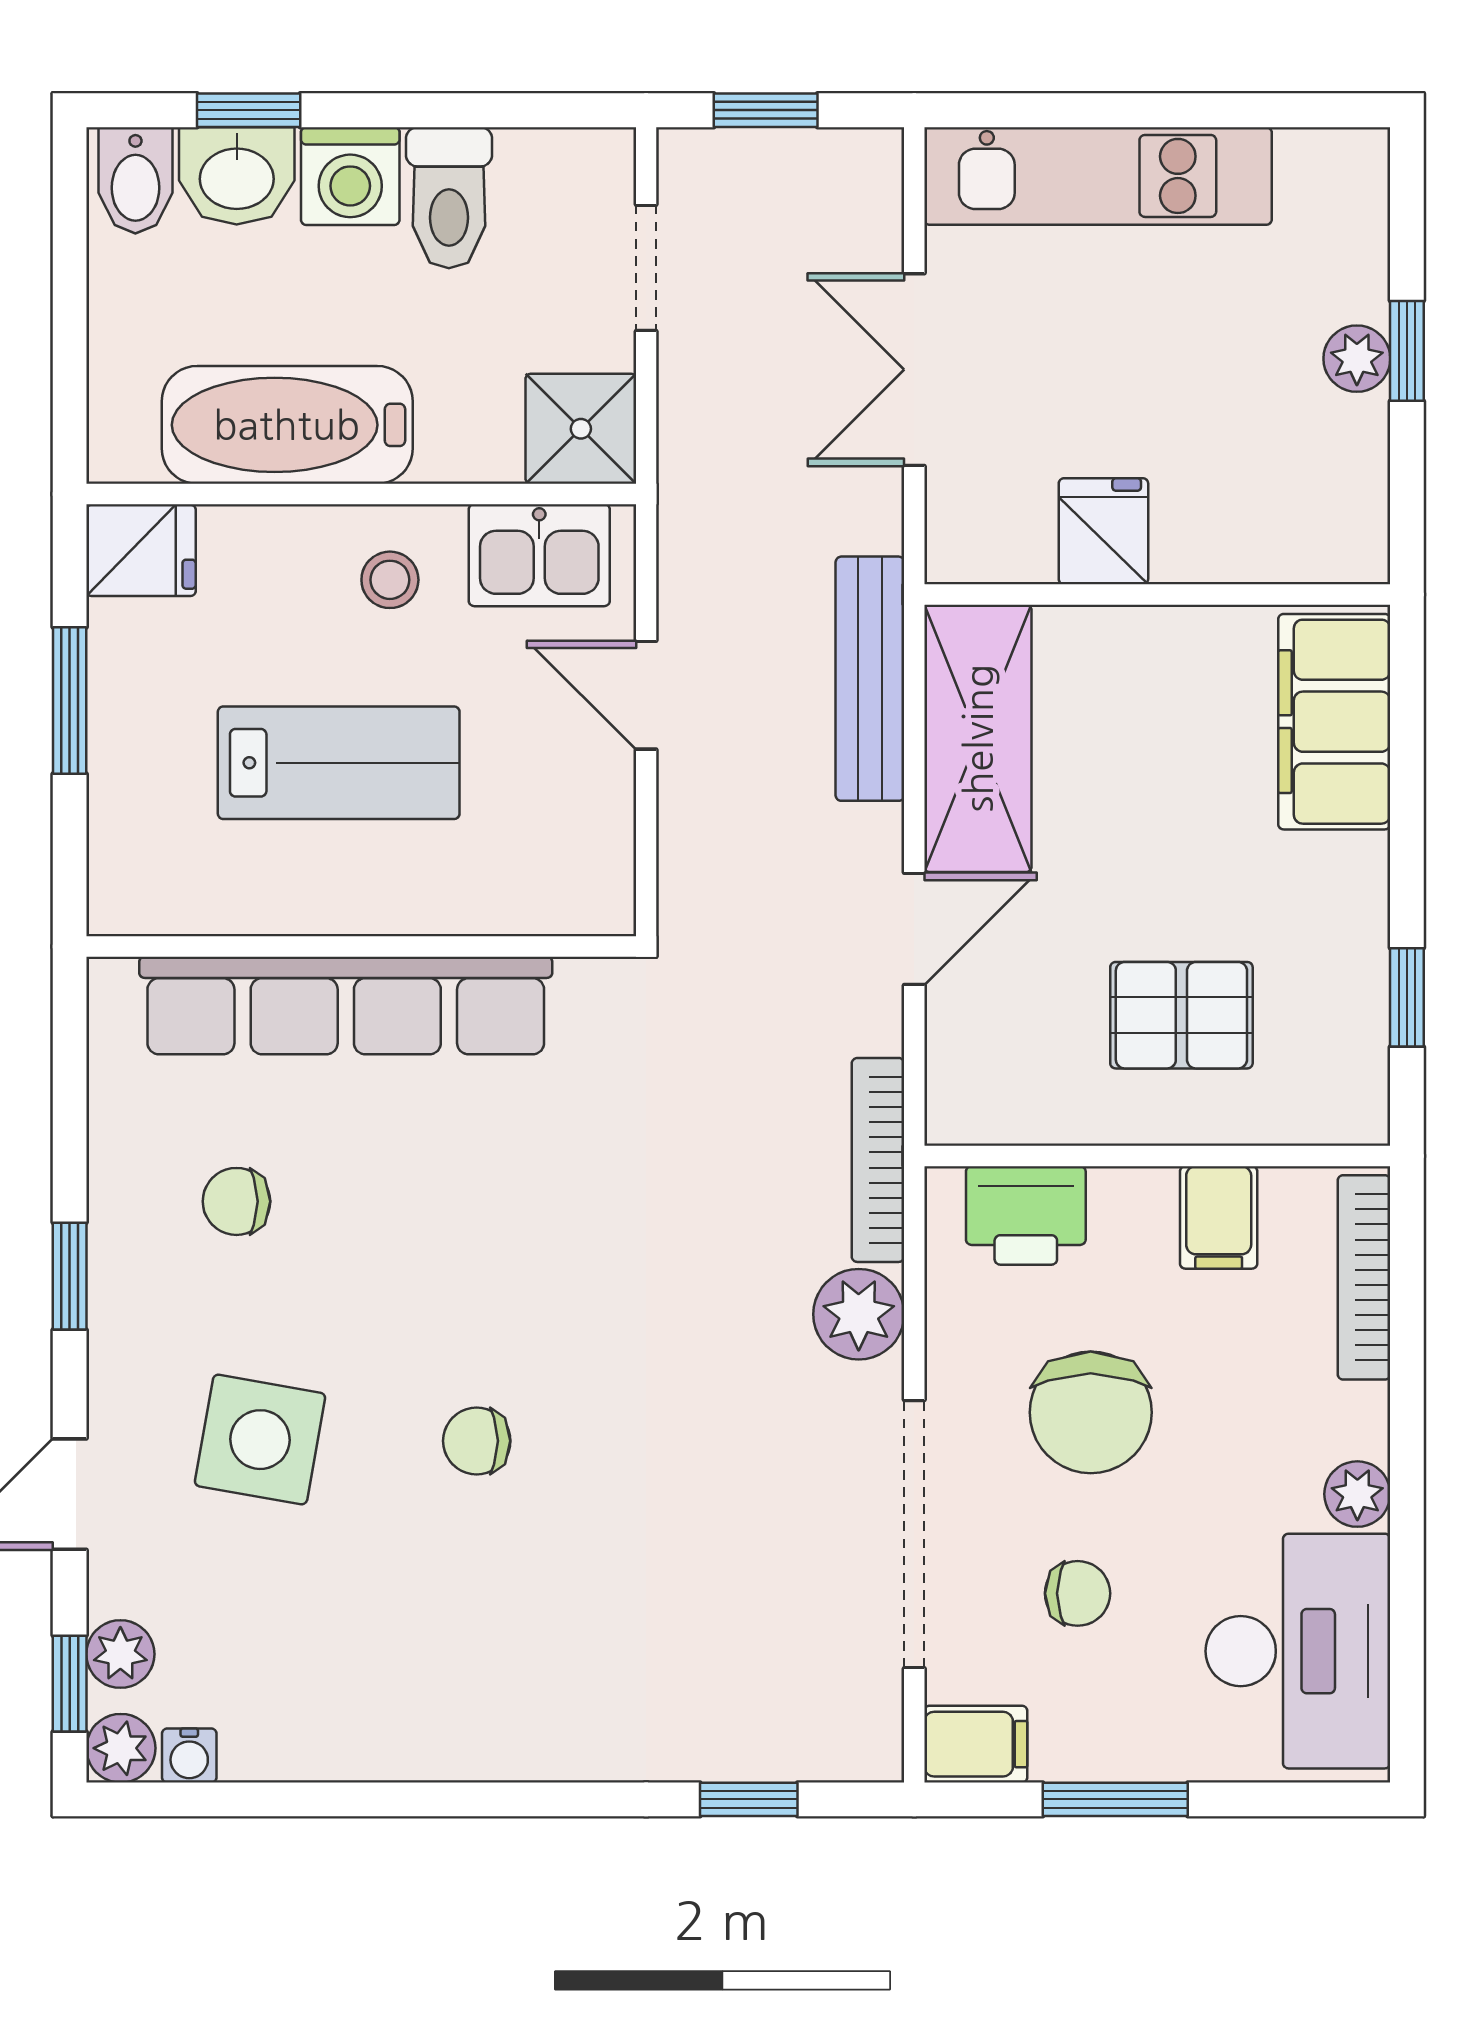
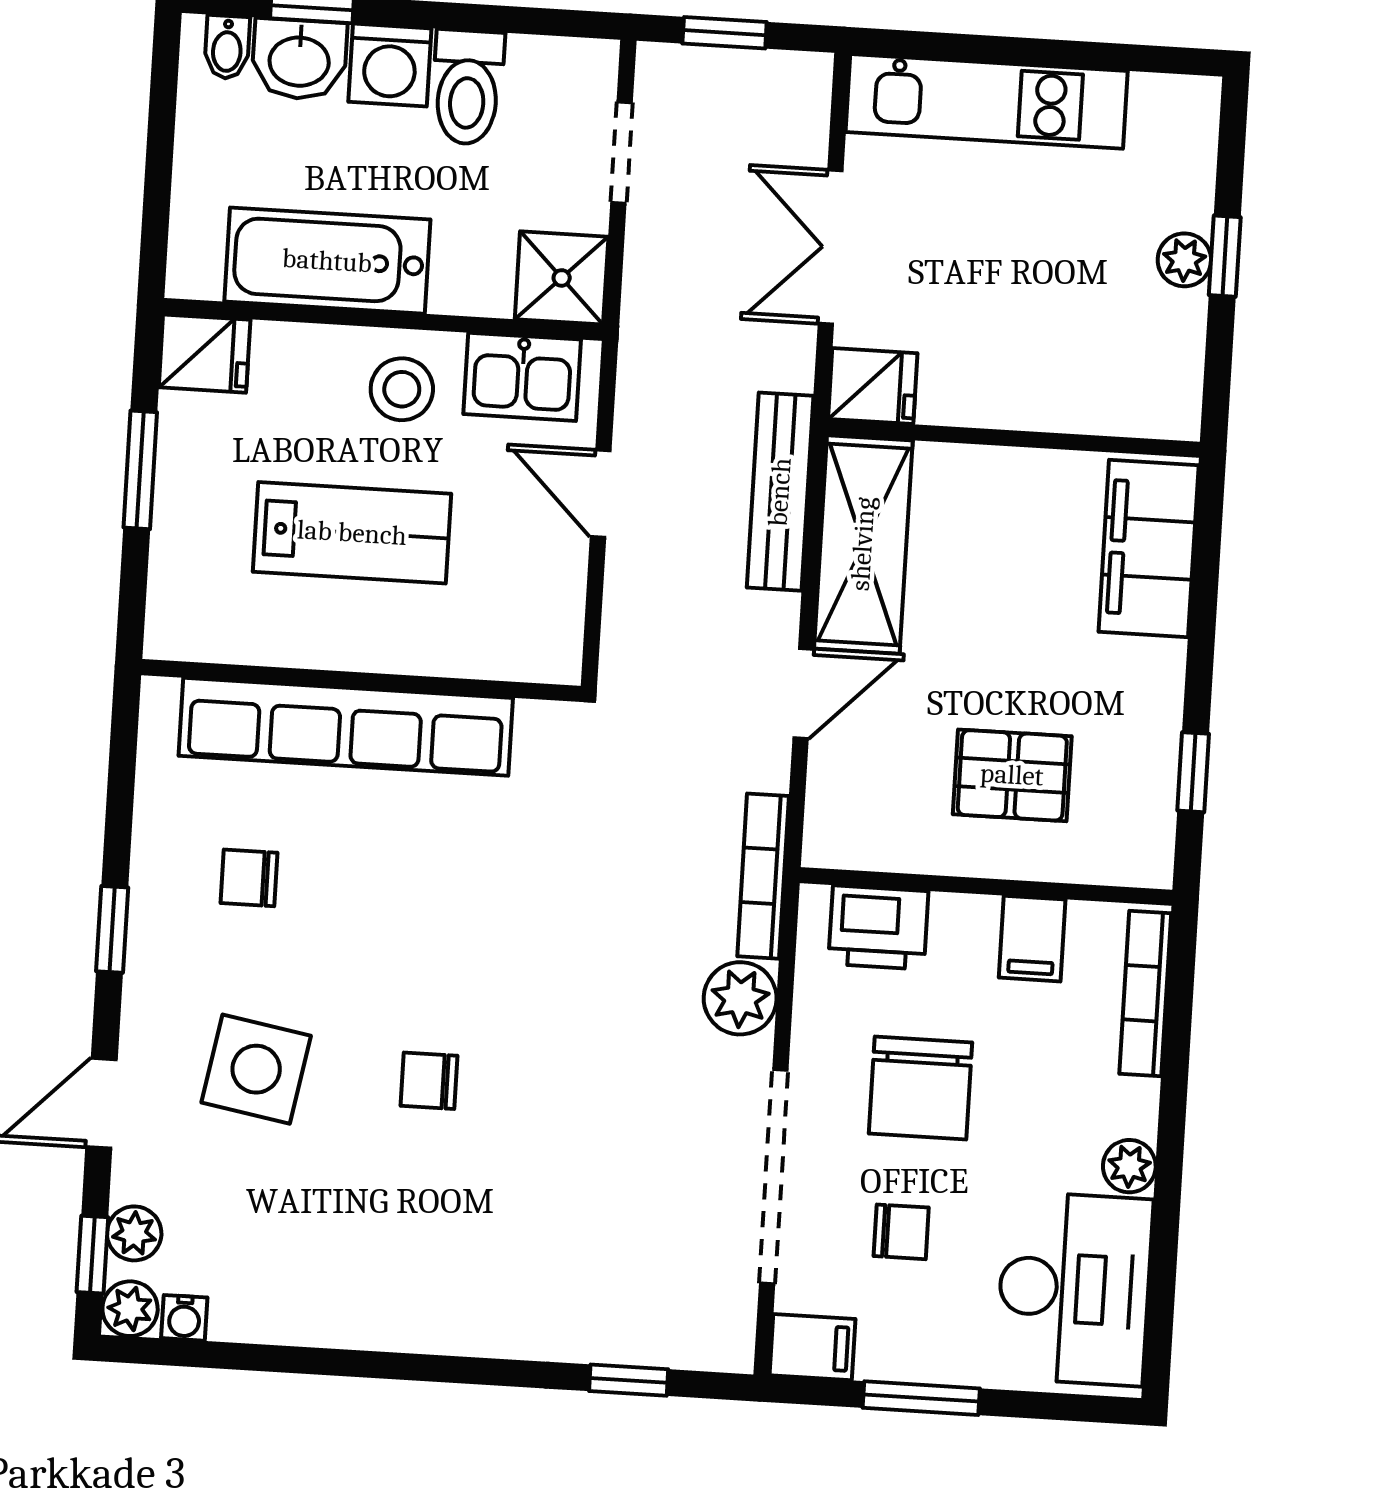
bidet: (135, 180) -> (227, 47), width x0.72, depth x0.74
fridge: (1103, 531) -> (873, 386), moved, turned 90
stool: (390, 580) -> (402, 389), width x1.37, depth x1.37

